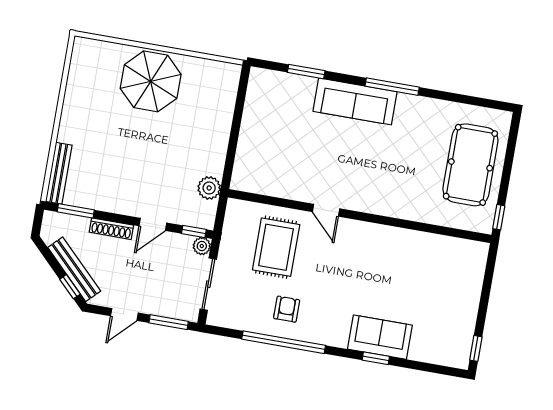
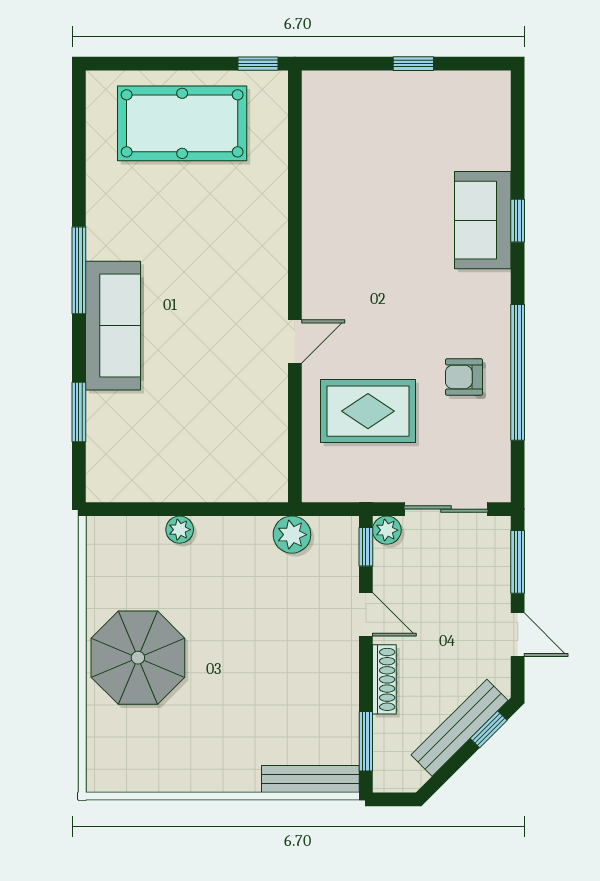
plant: (224, 120) -> (180, 530), added
window: (476, 348) -> (413, 64), moved

